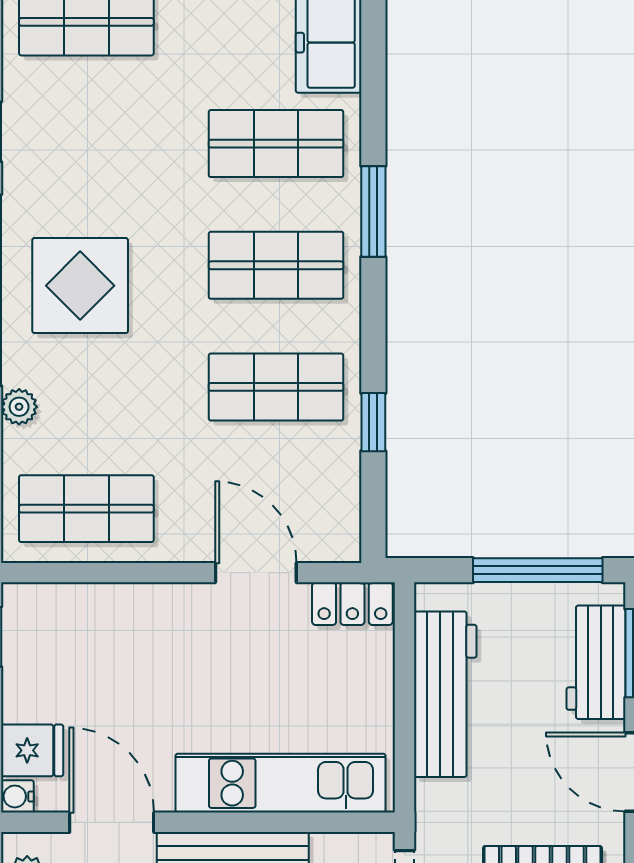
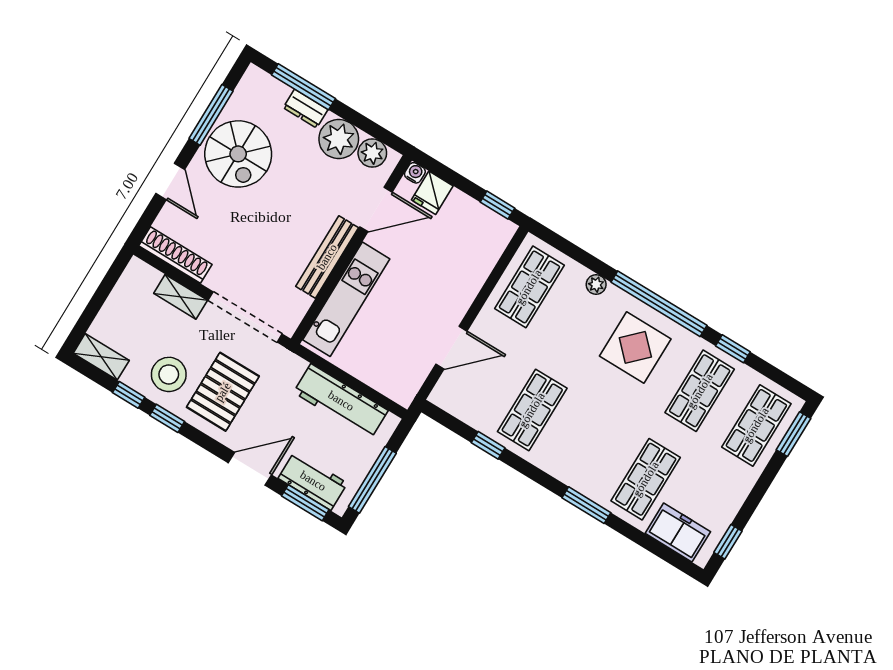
shop shelf: (276, 265) -> (700, 391), moved
locker: (352, 604) -> (409, 384), removed

